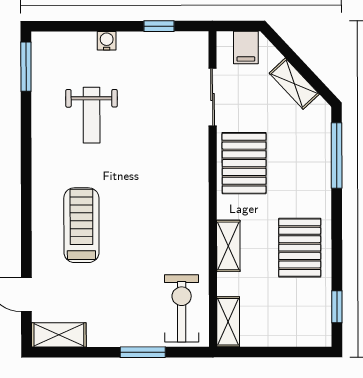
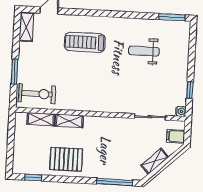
water cooler: (107, 41) -> (181, 111), moved
pallet: (244, 163) -> (113, 132), removed
treadmill: (81, 225) -> (85, 42), turned 180
shelving: (228, 322) -> (41, 119), moved

